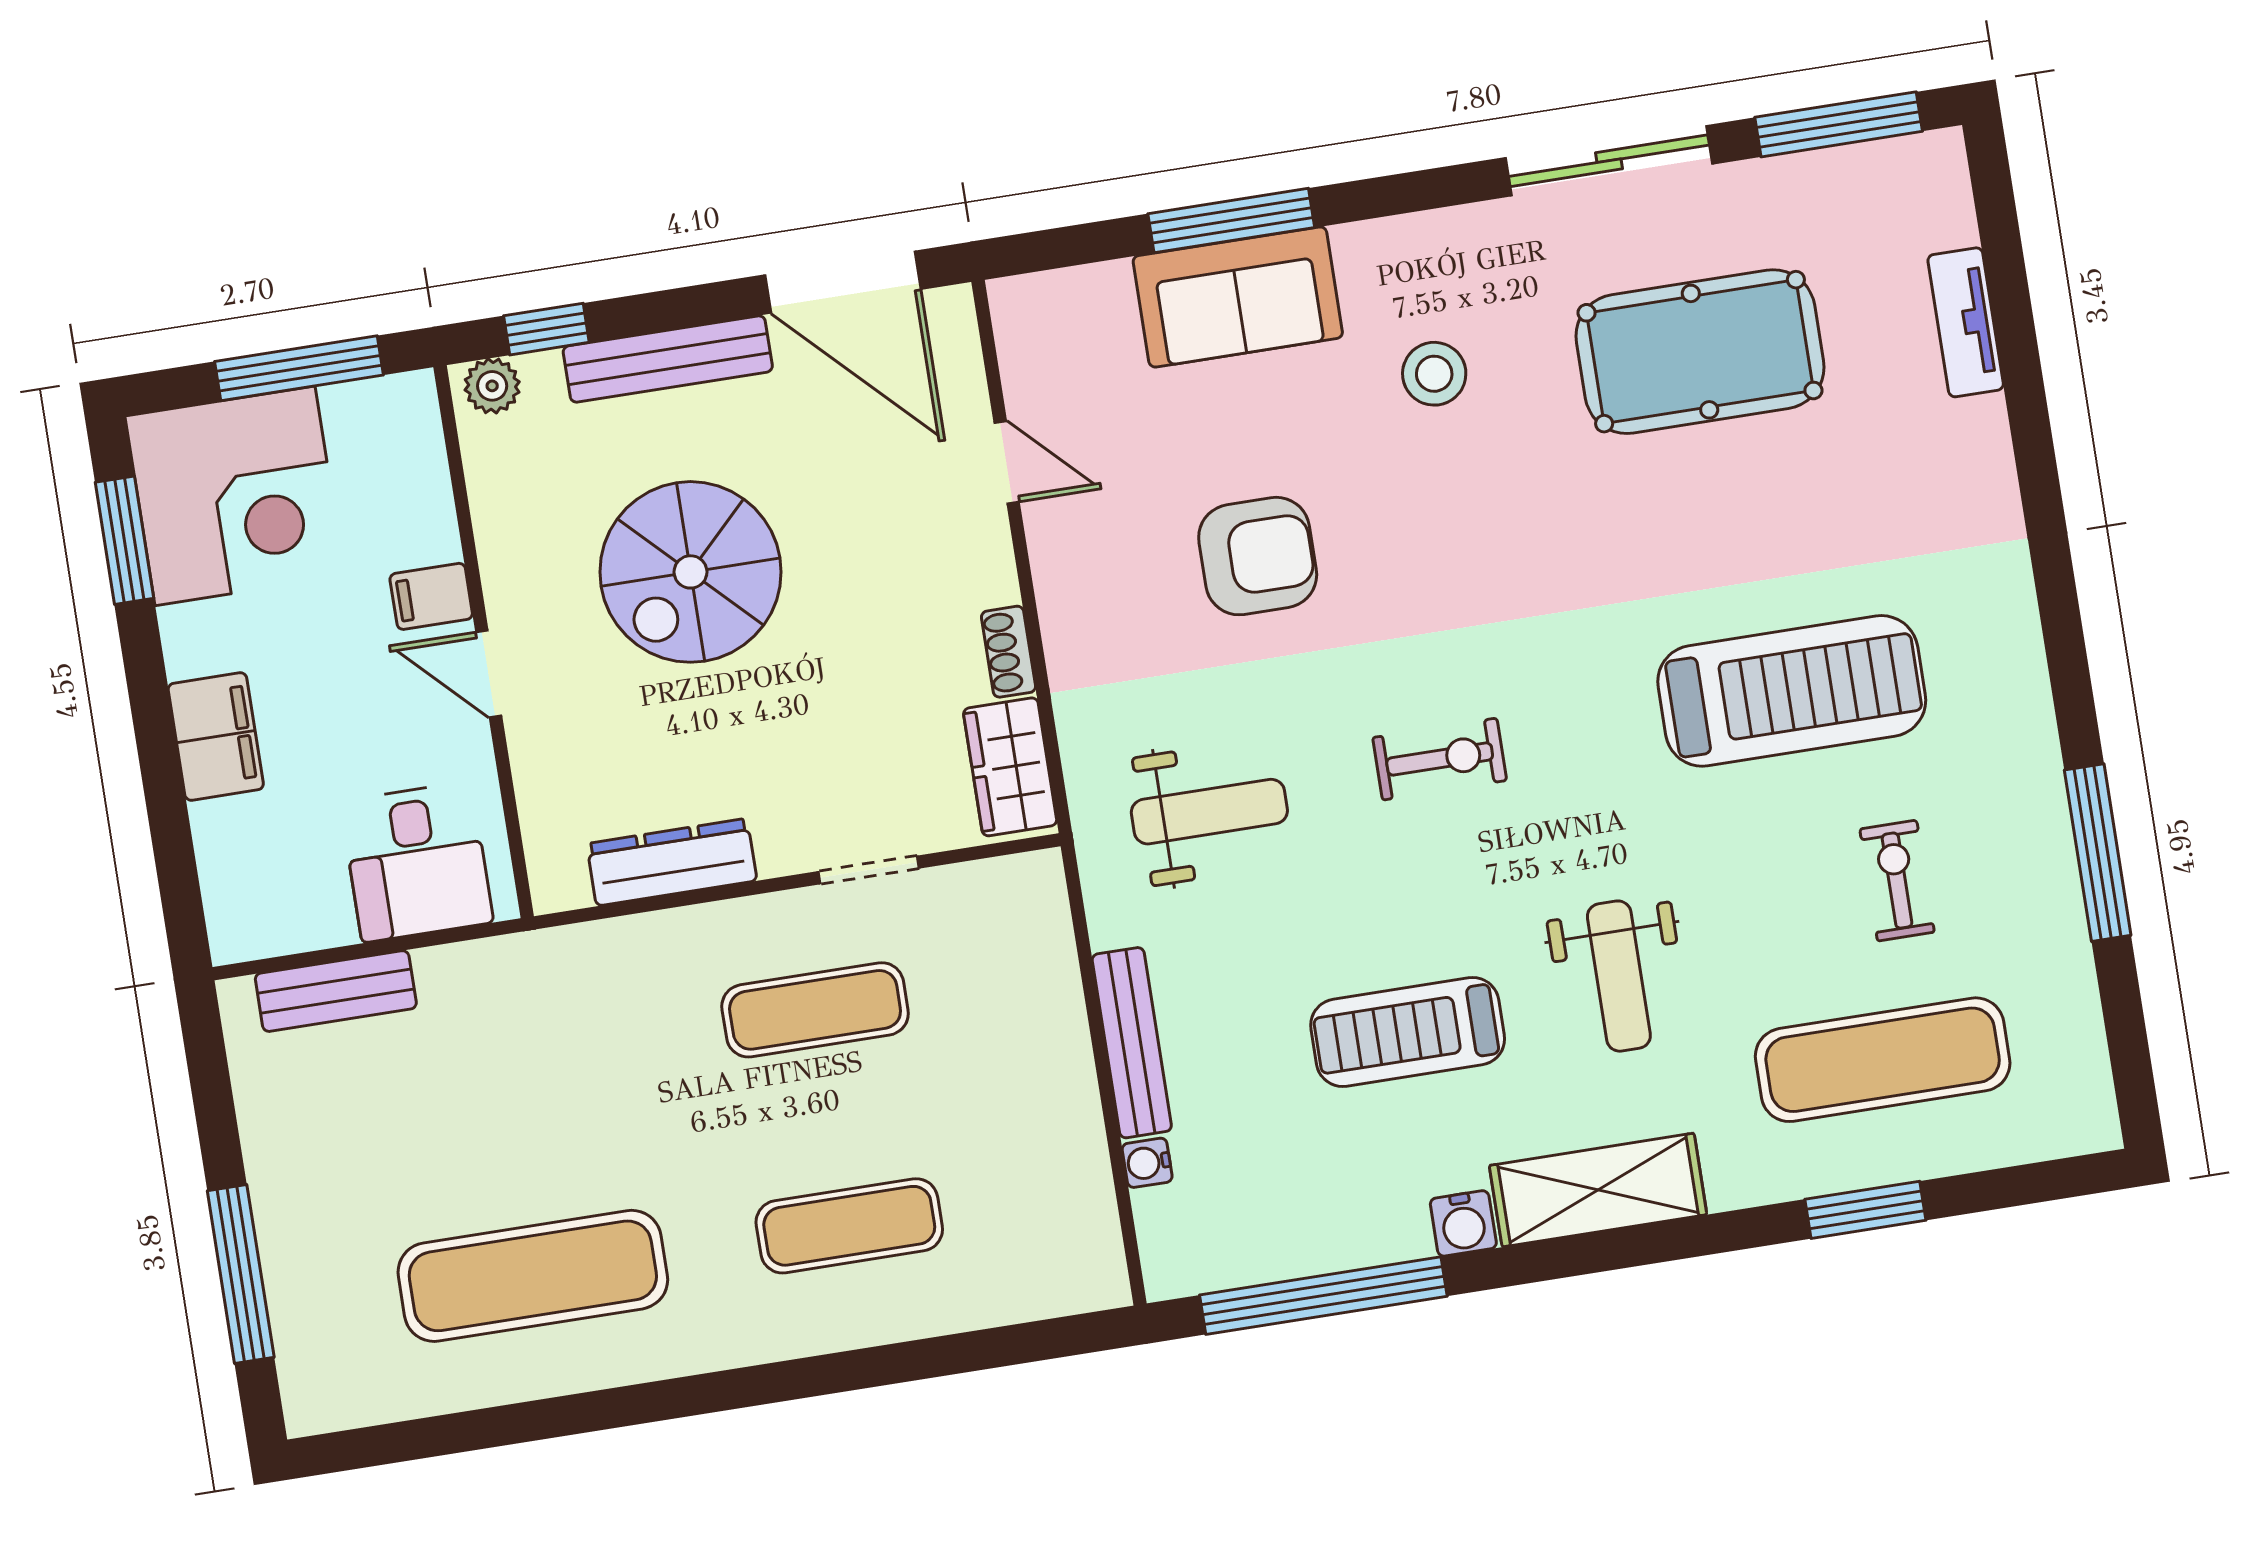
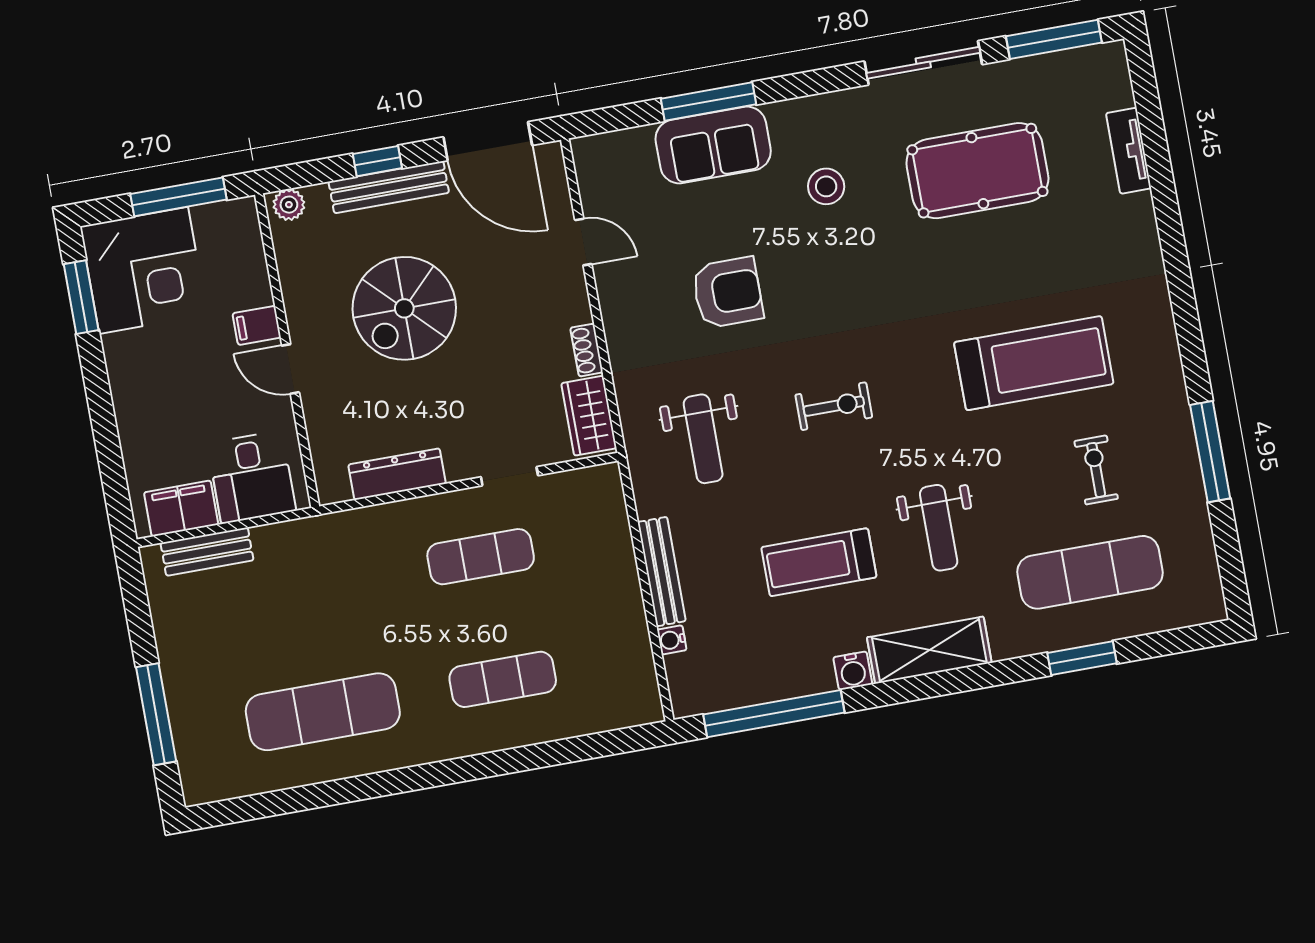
window: (546, 329) -> (377, 161), moved
filing cabinet: (216, 736) -> (181, 508), moved, turned -90
weight bench: (1209, 812) -> (703, 439), turned 90

